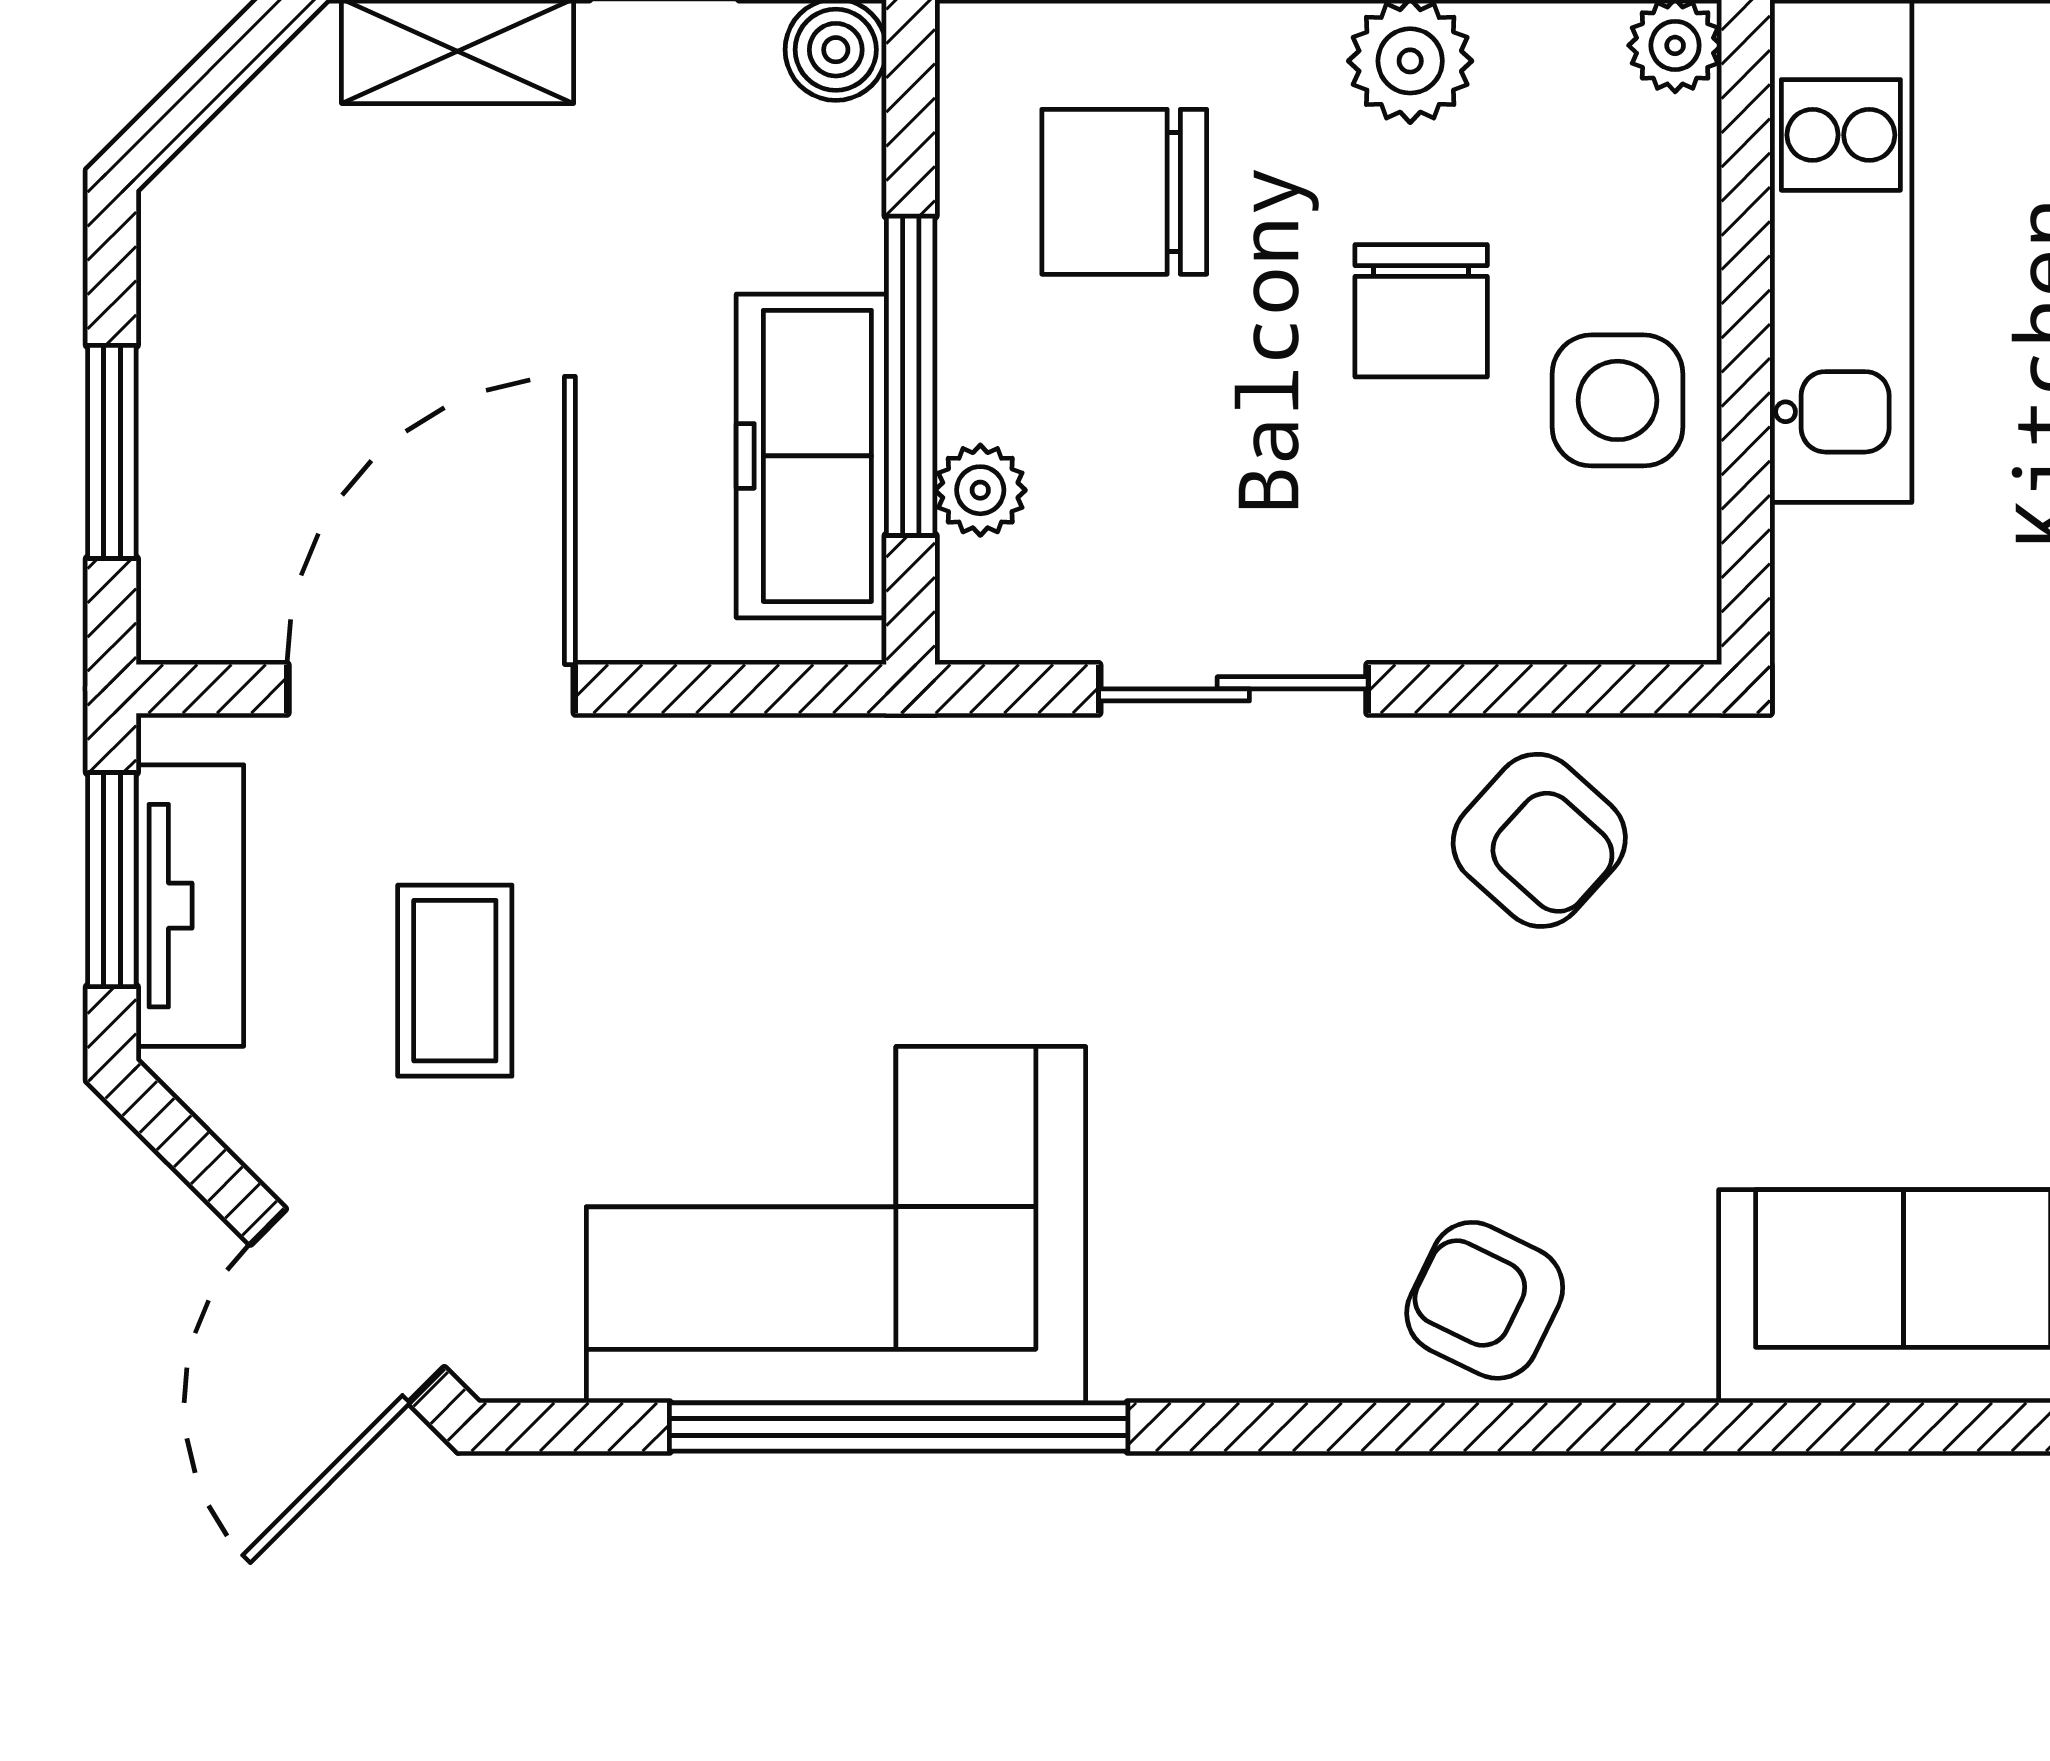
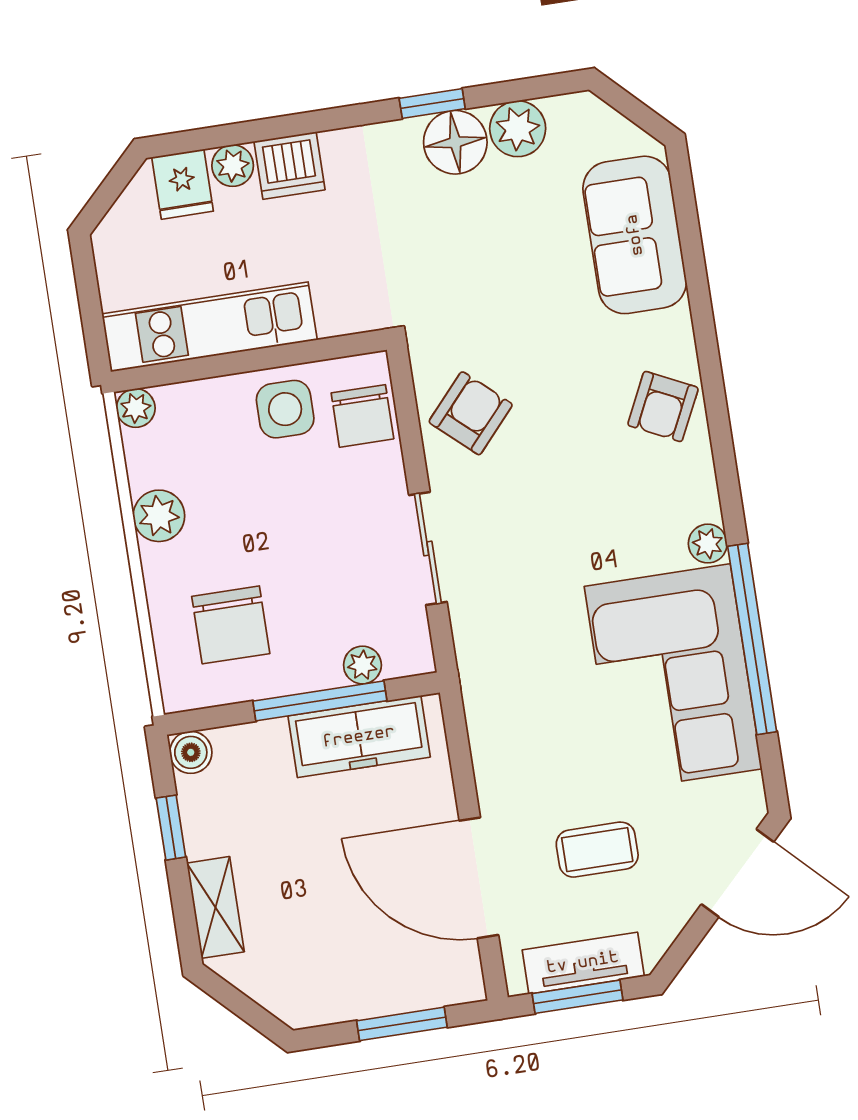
chair: (1421, 311) -> (362, 416), moved, turned 90
plant: (1142, 1356) -> (708, 544), added

